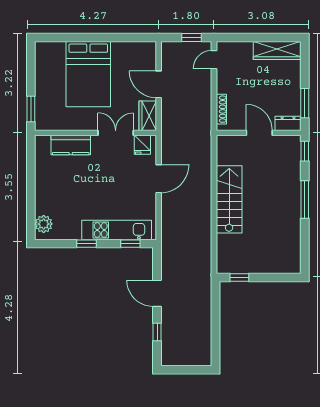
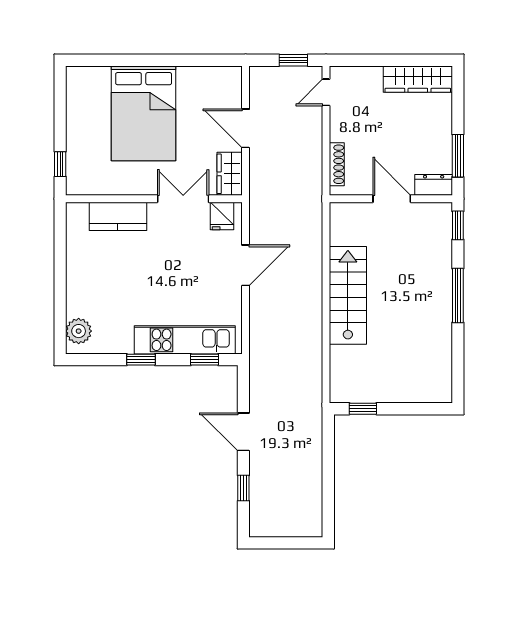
window: (31, 109) -> (60, 164), width x0.67

